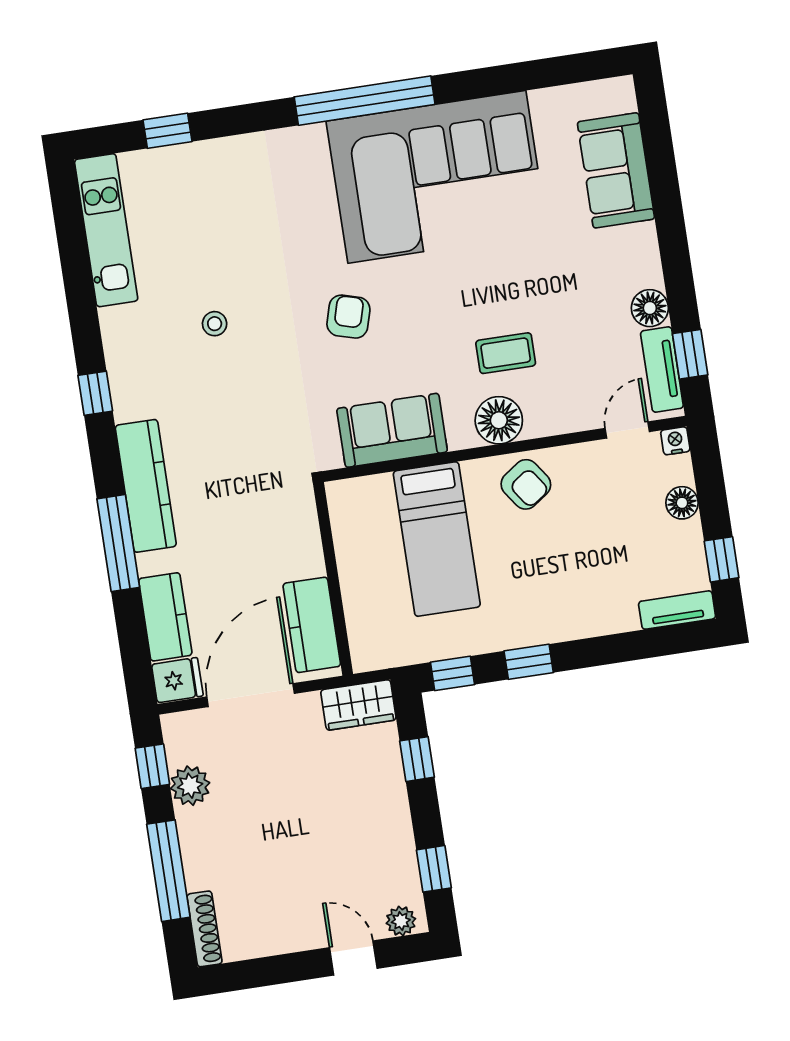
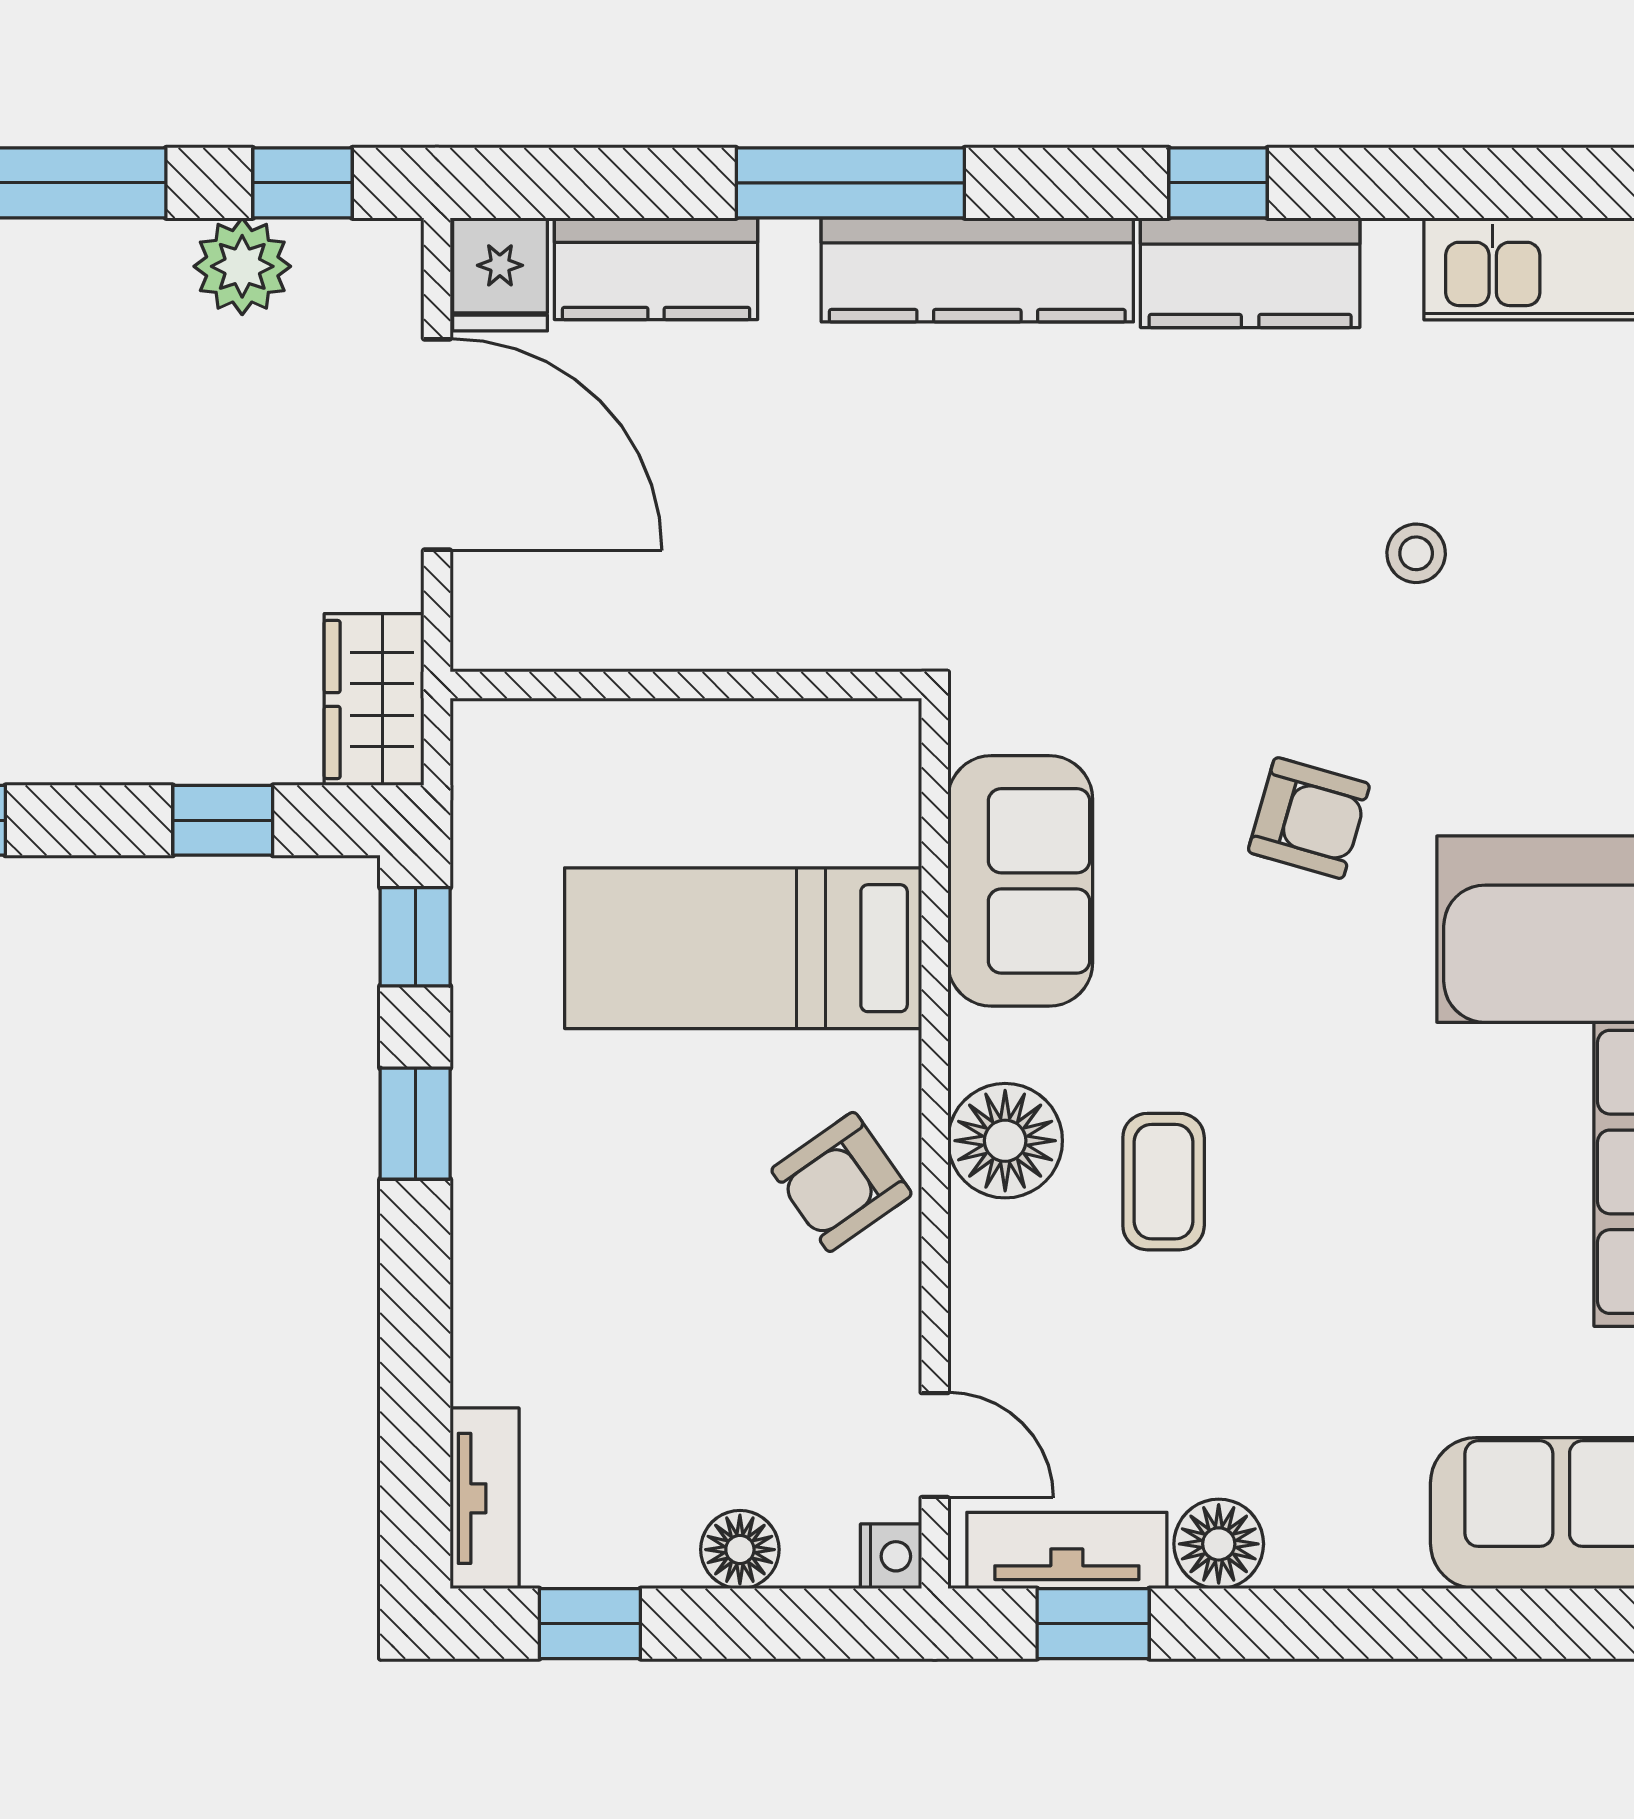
stool: (215, 324) -> (1416, 553), moved
kitchen counter: (312, 625) -> (1250, 273), moved, turned 180

